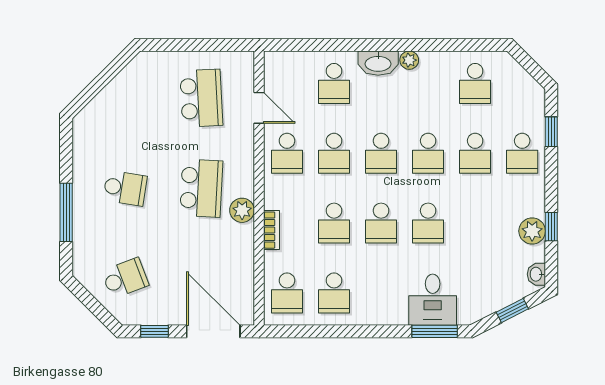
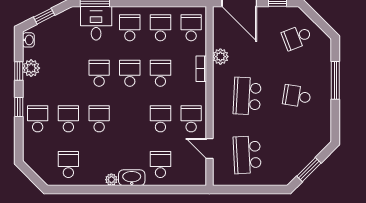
window: (107, 76) -> (309, 170), added
window: (551, 132) -> (19, 107), moved
school desk: (381, 153) -> (130, 28), moved
plant: (242, 210) -> (220, 57), moved

